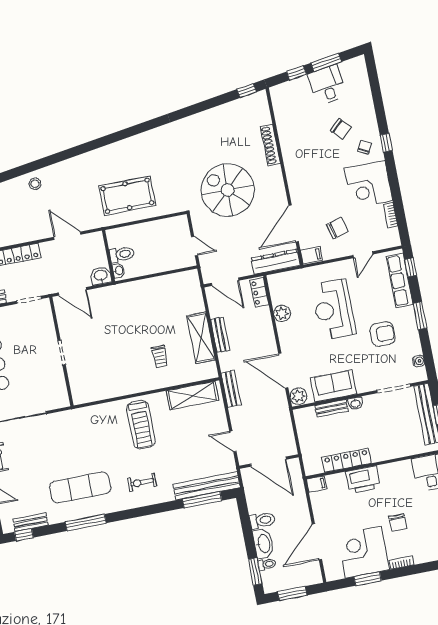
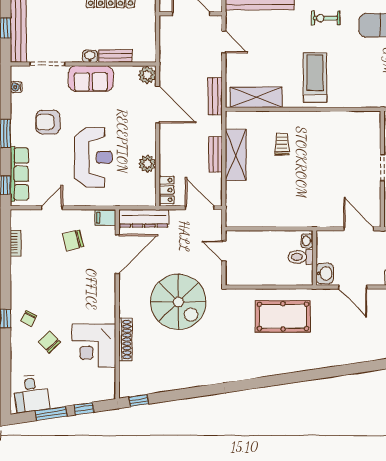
desk: (327, 85) -> (31, 393), moved
stool: (35, 184) -> (376, 347), removed
corner desk: (369, 185) -> (94, 345), moved, turned 180
washbasin: (101, 276) -> (325, 273), moved, turned -90
sofa: (334, 386) -> (91, 78), moved
exercise bike: (142, 482) -> (326, 18), turned 180

